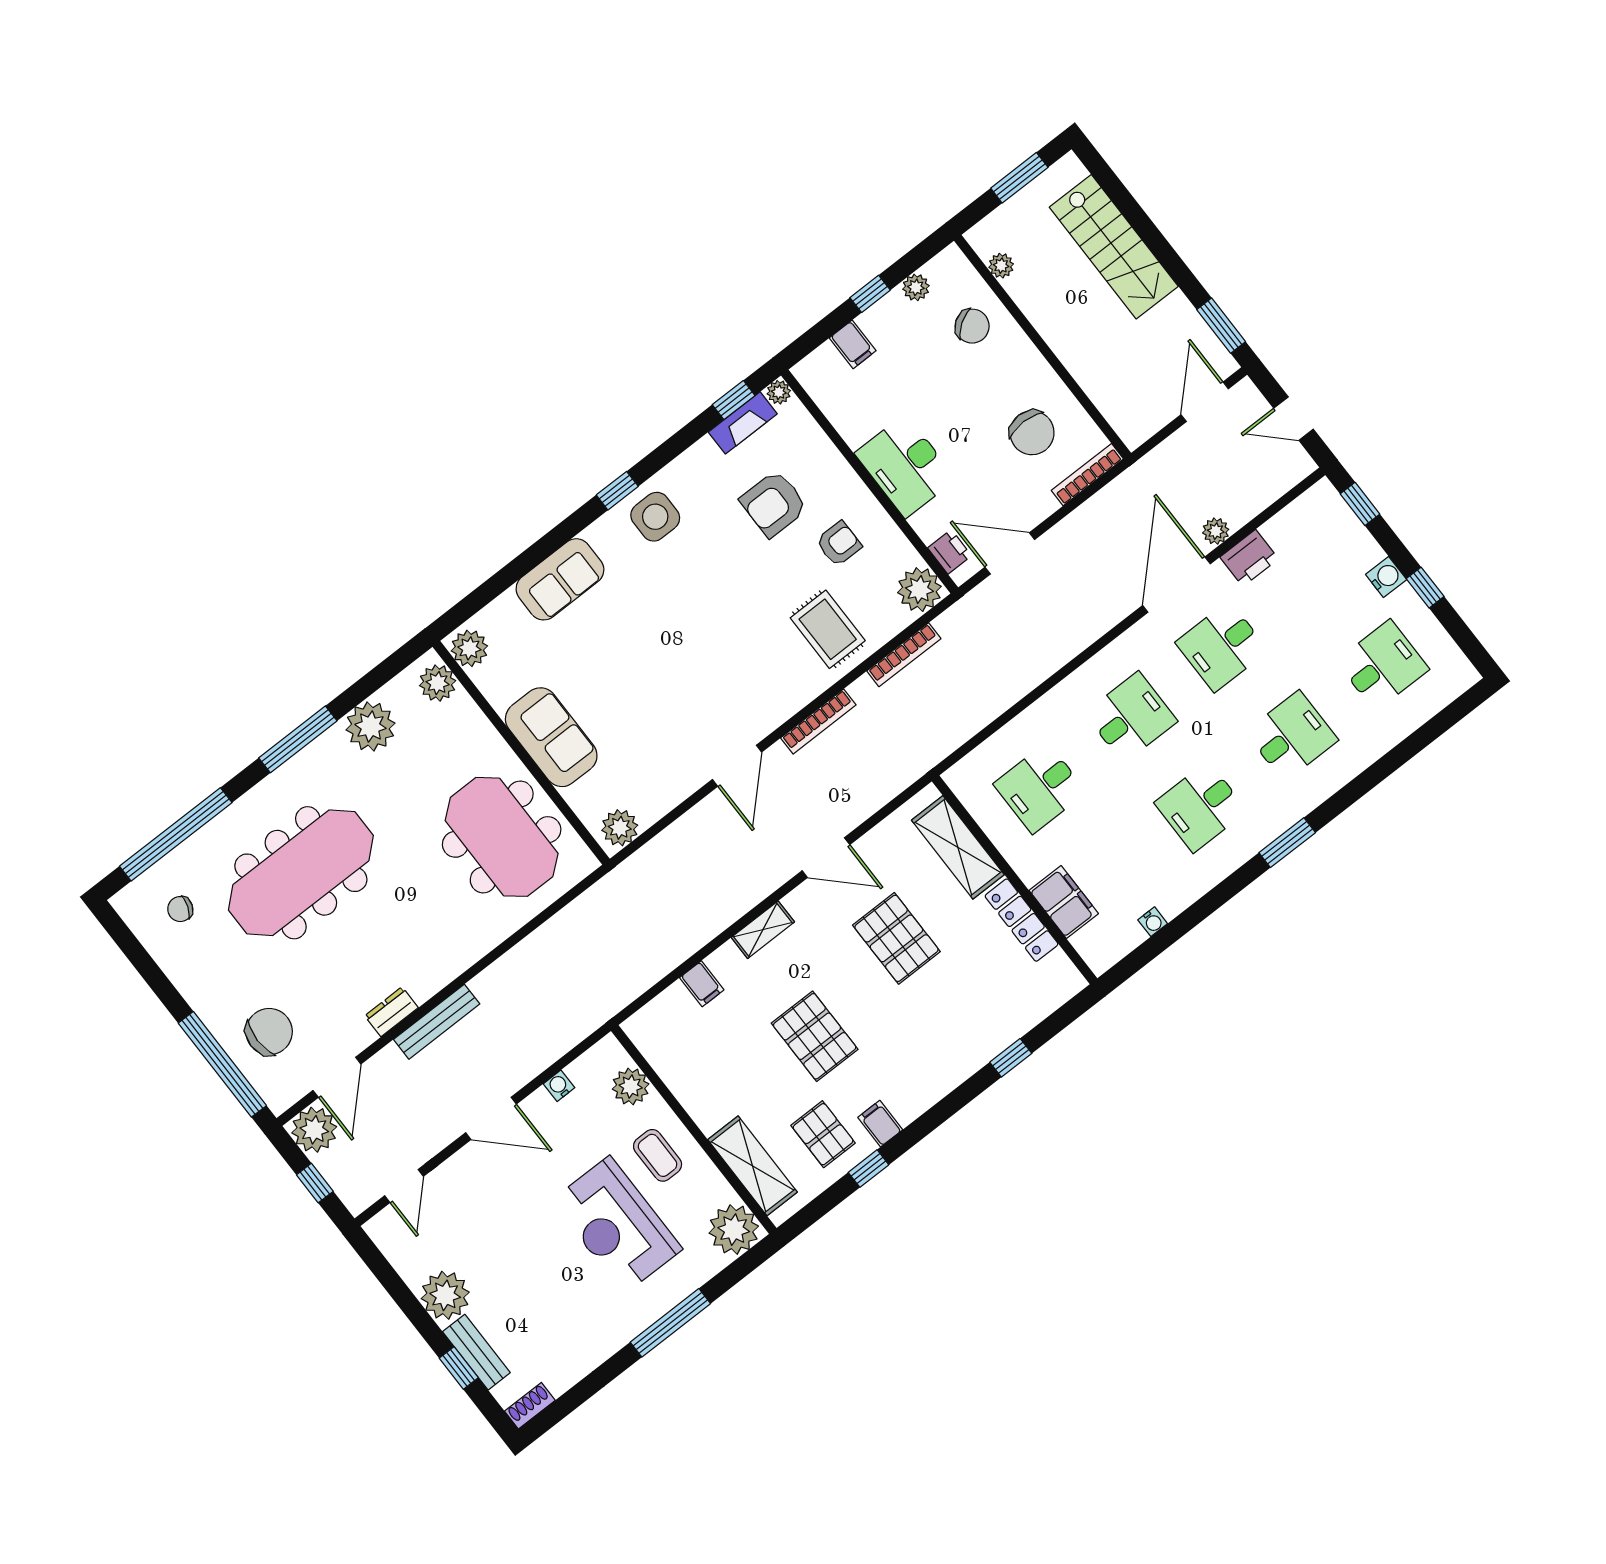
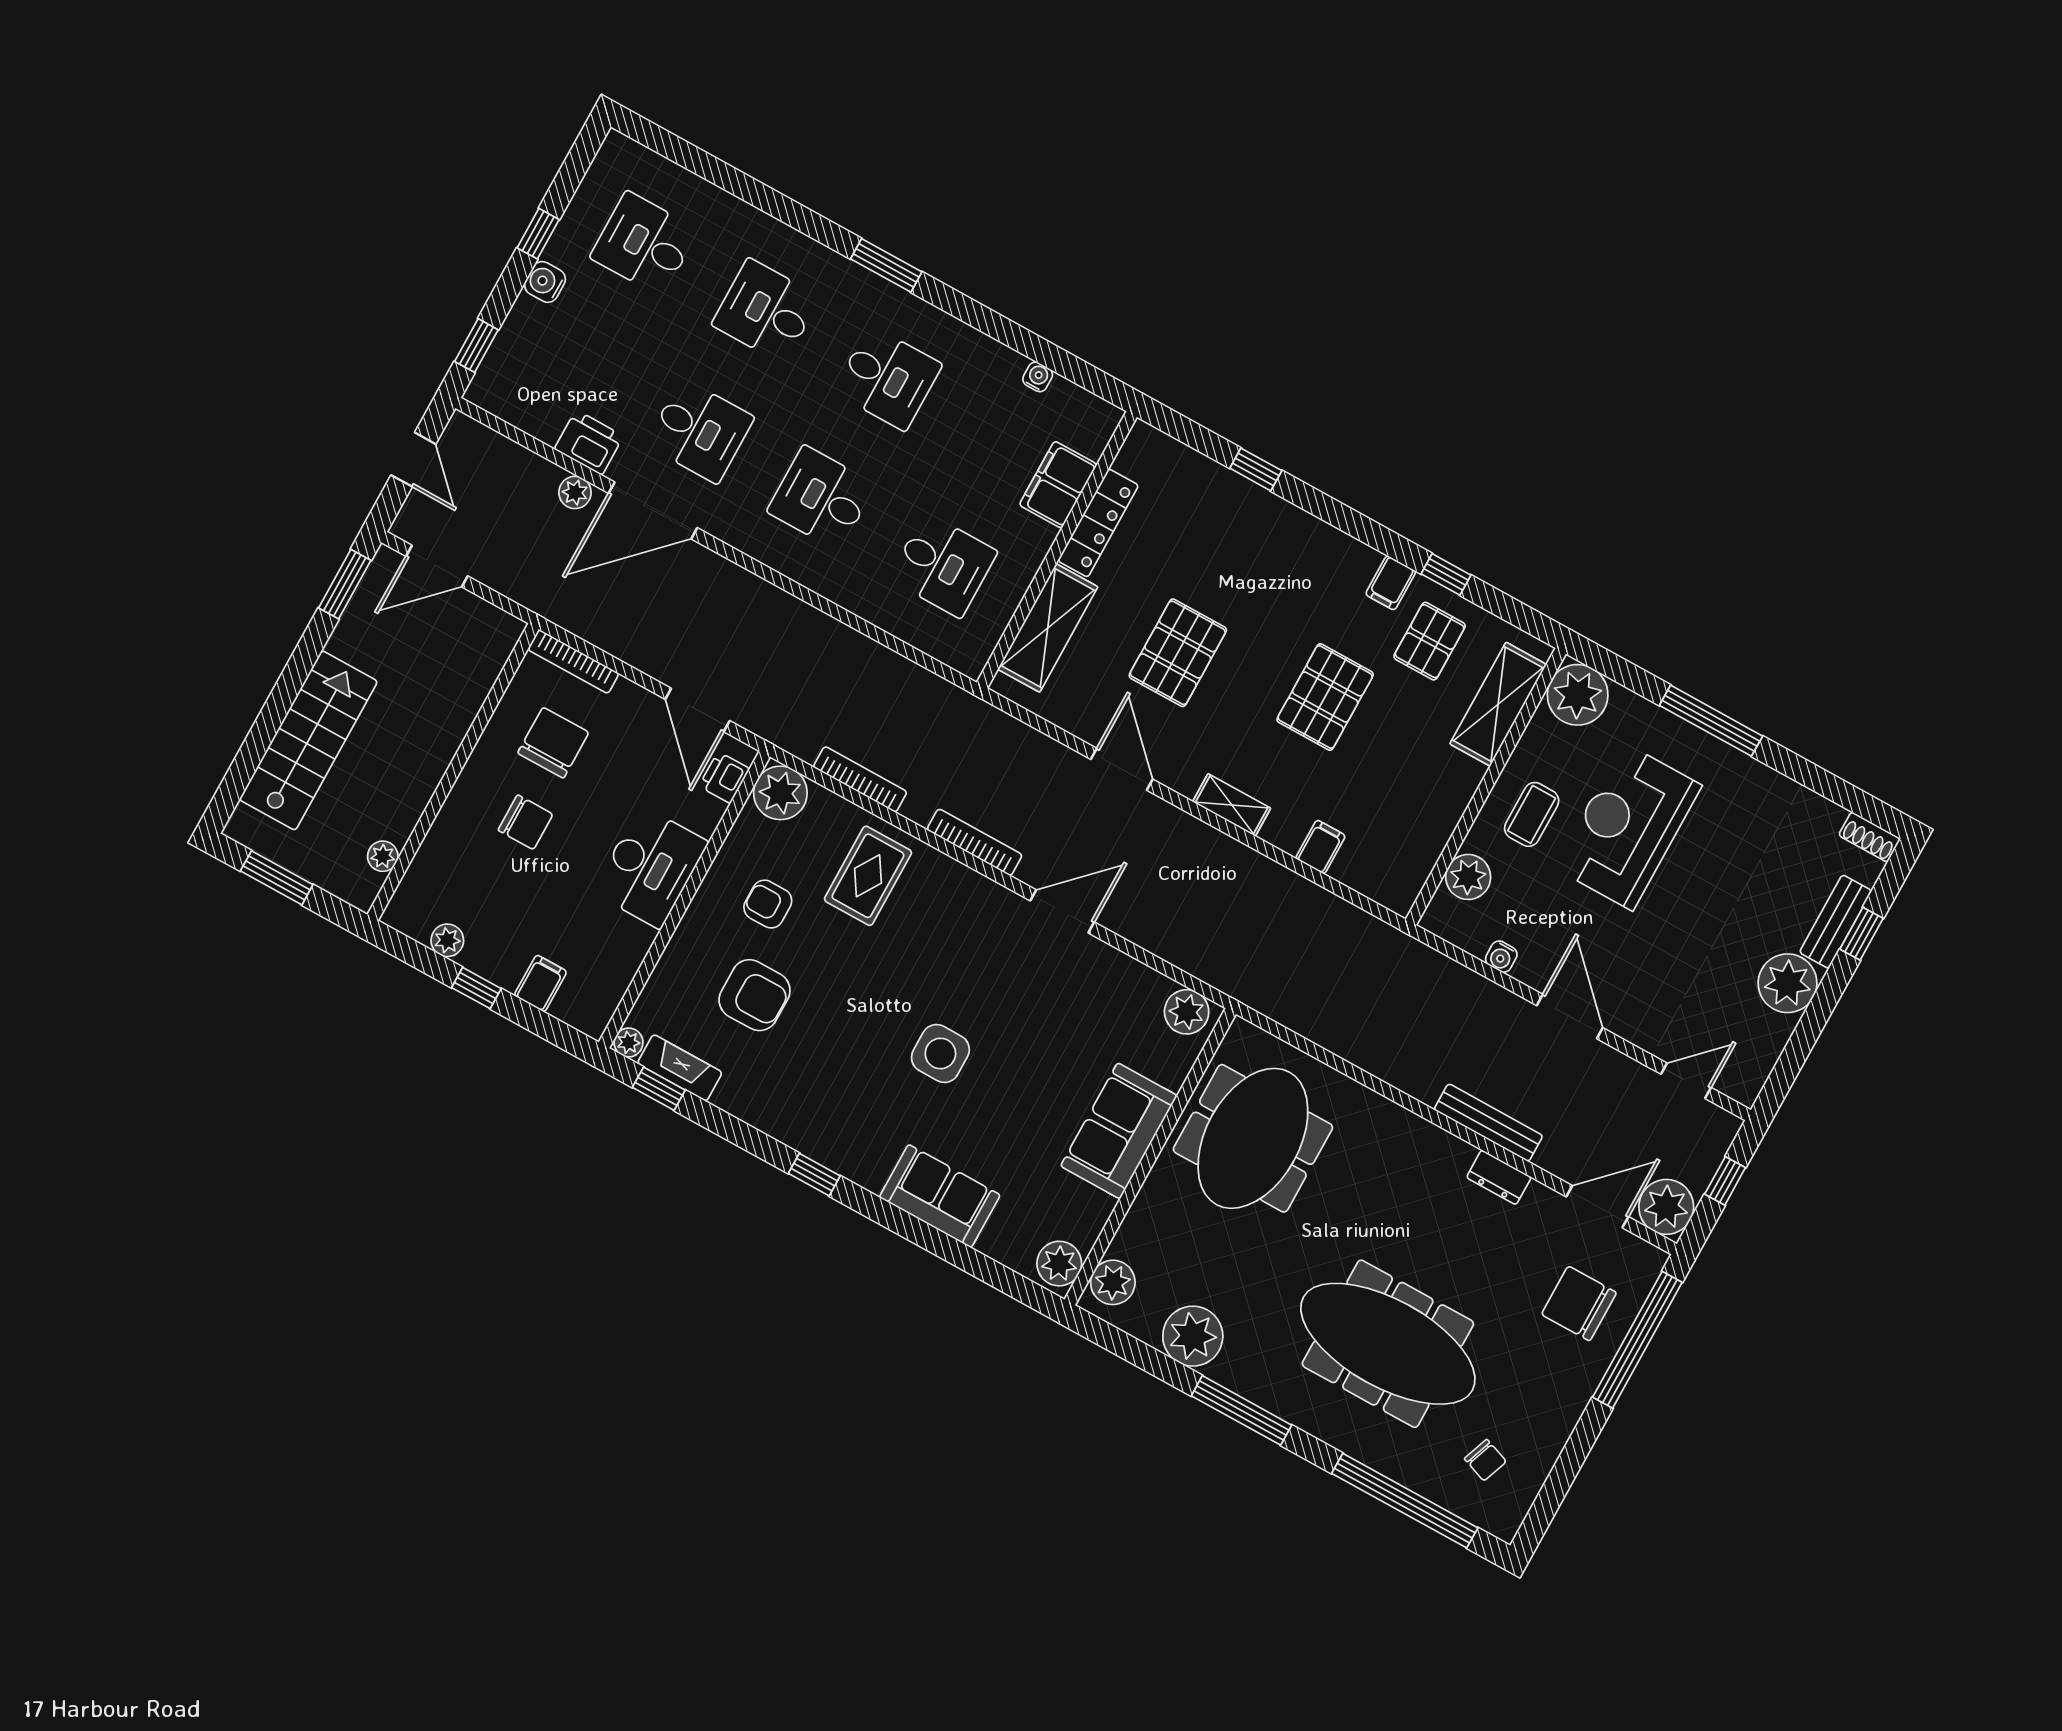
chair: (972, 326) -> (525, 822), moved, turned 124
side table: (655, 517) -> (940, 1053), moved
reception desk: (617, 1225) -> (1628, 827), turned 180

